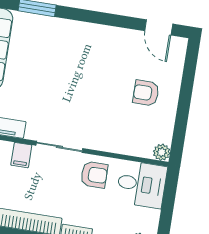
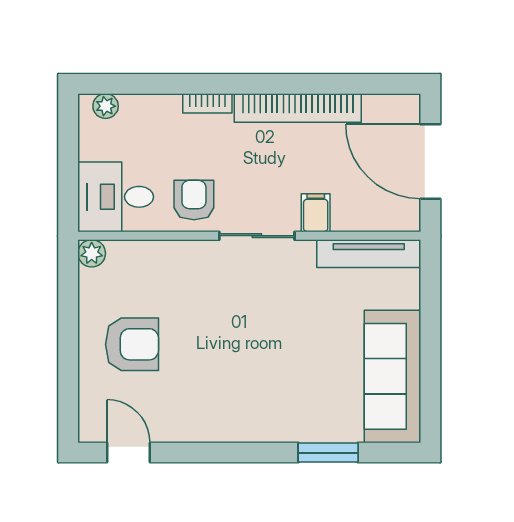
armchair: (146, 93) -> (132, 344), width x1.38, depth x1.38
armchair: (94, 175) -> (194, 200), turned 90

